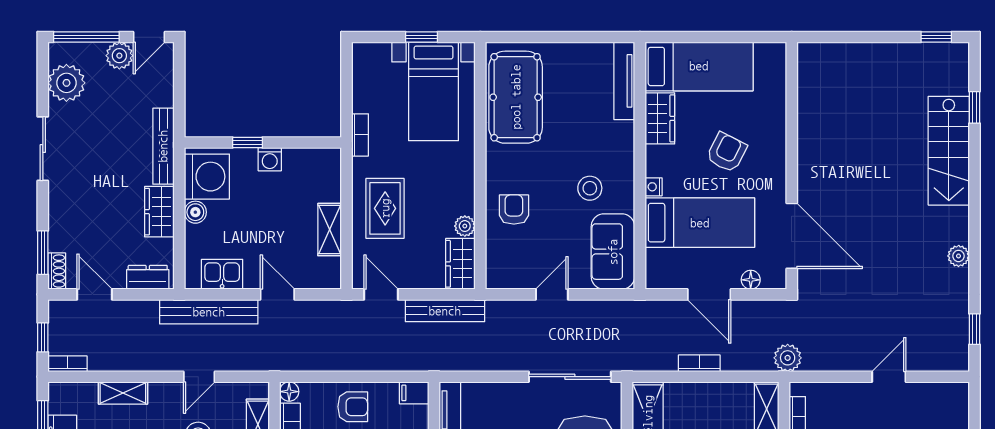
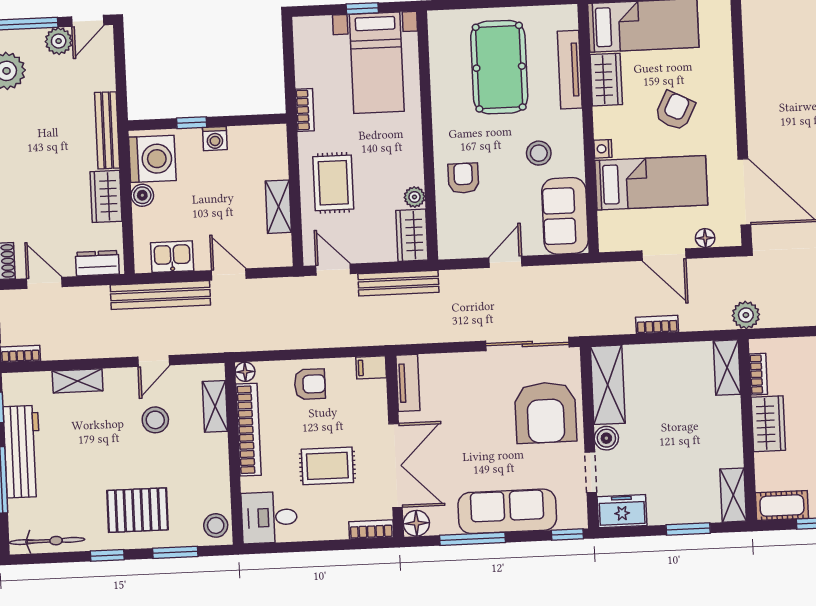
tv unit: (624, 81) -> (570, 70), moved
pool table: (516, 97) -> (499, 67), moved

